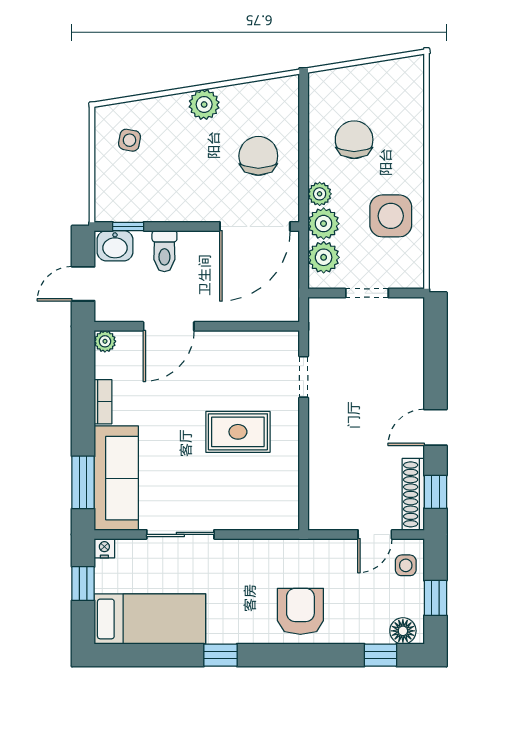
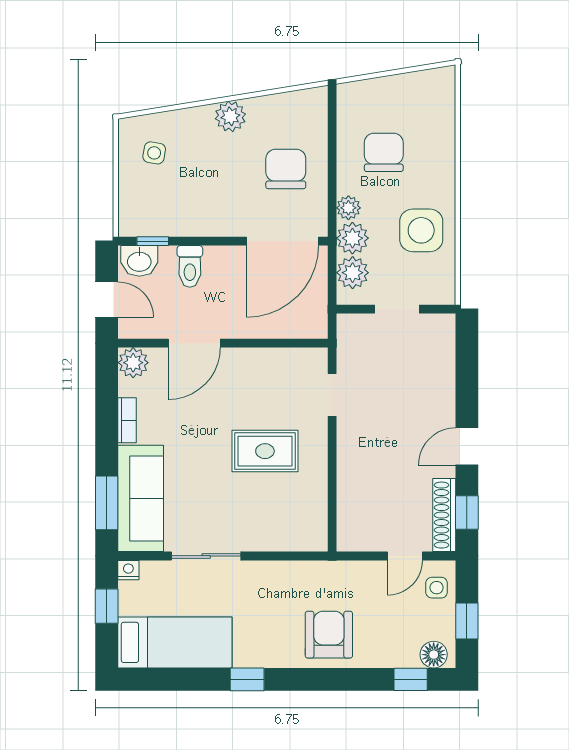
door: (83, 284) -> (107, 300), swing flipped
plant: (105, 341) -> (133, 363), width x1.38, depth x1.38

